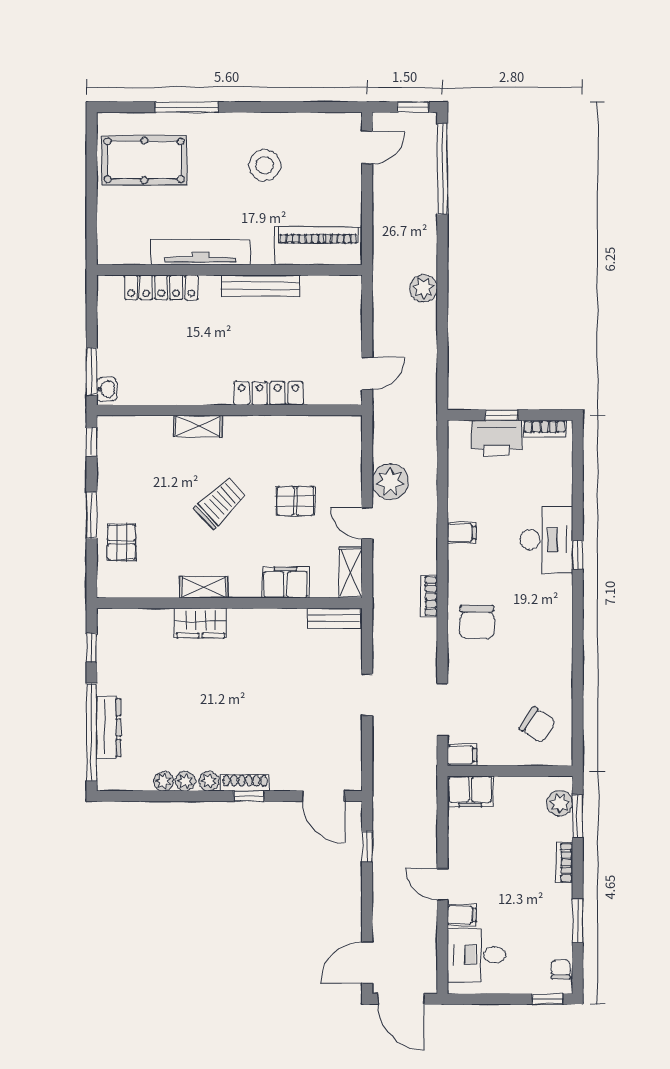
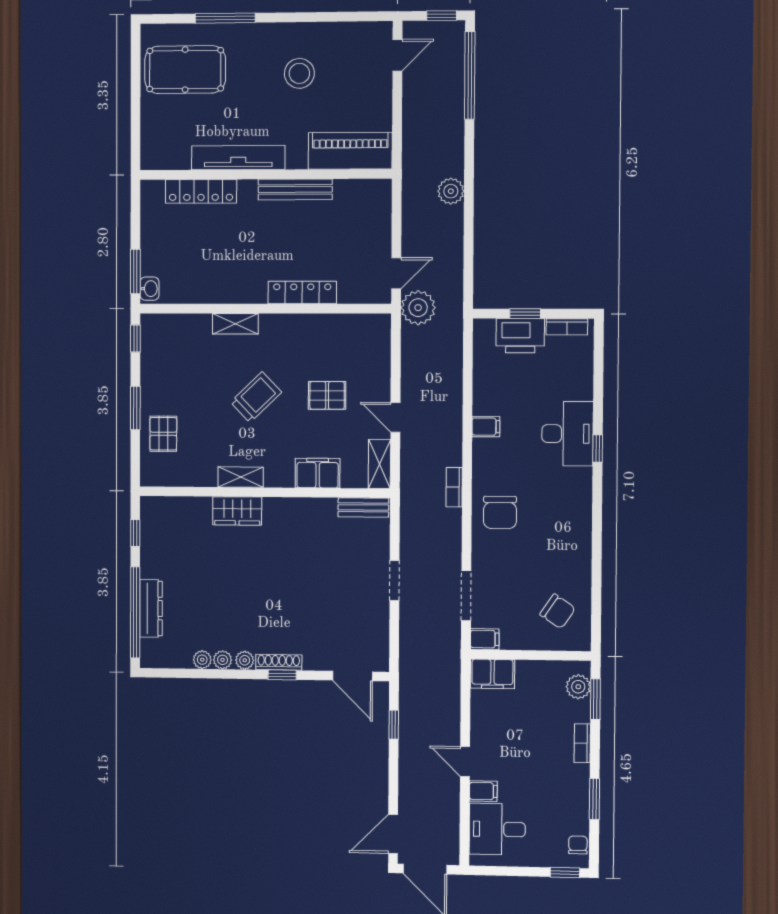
plant: (390, 482) -> (418, 308), moved

